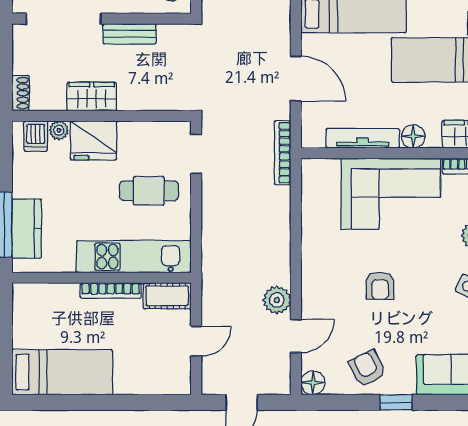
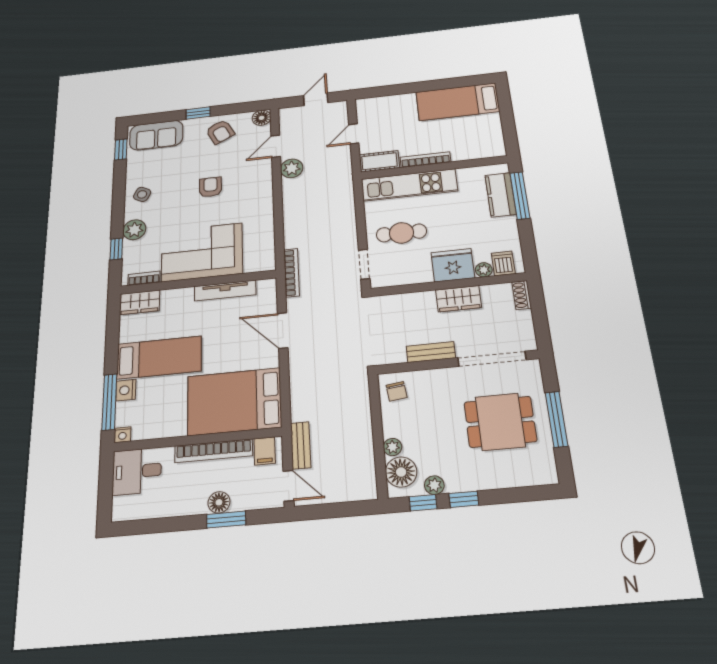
floor lamp: (413, 136) -> (183, 296), removed

